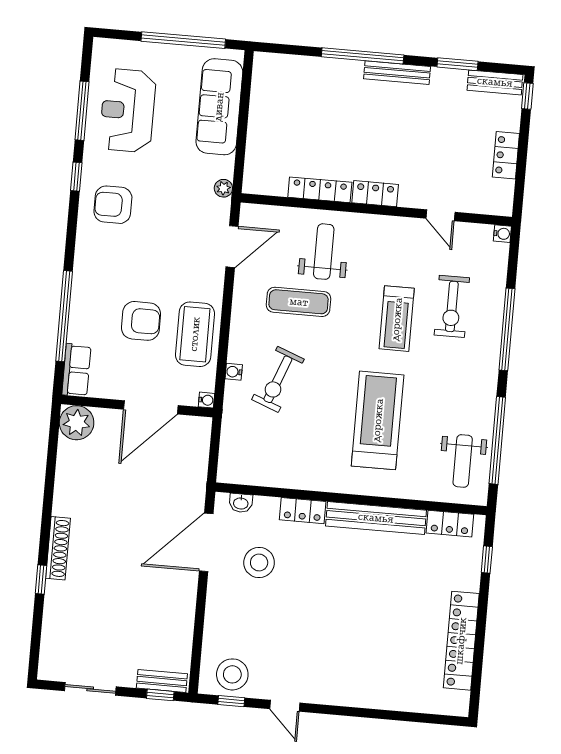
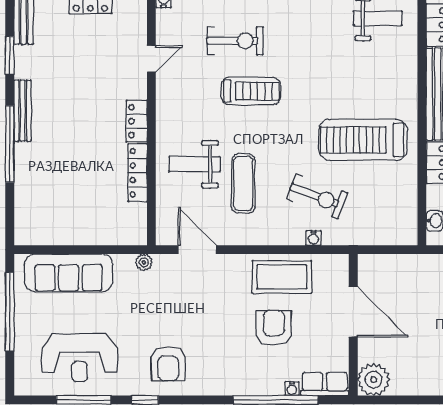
water cooler: (206, 400) -> (292, 389), moved, turned 180
treadmill: (378, 420) -> (363, 140), moved

